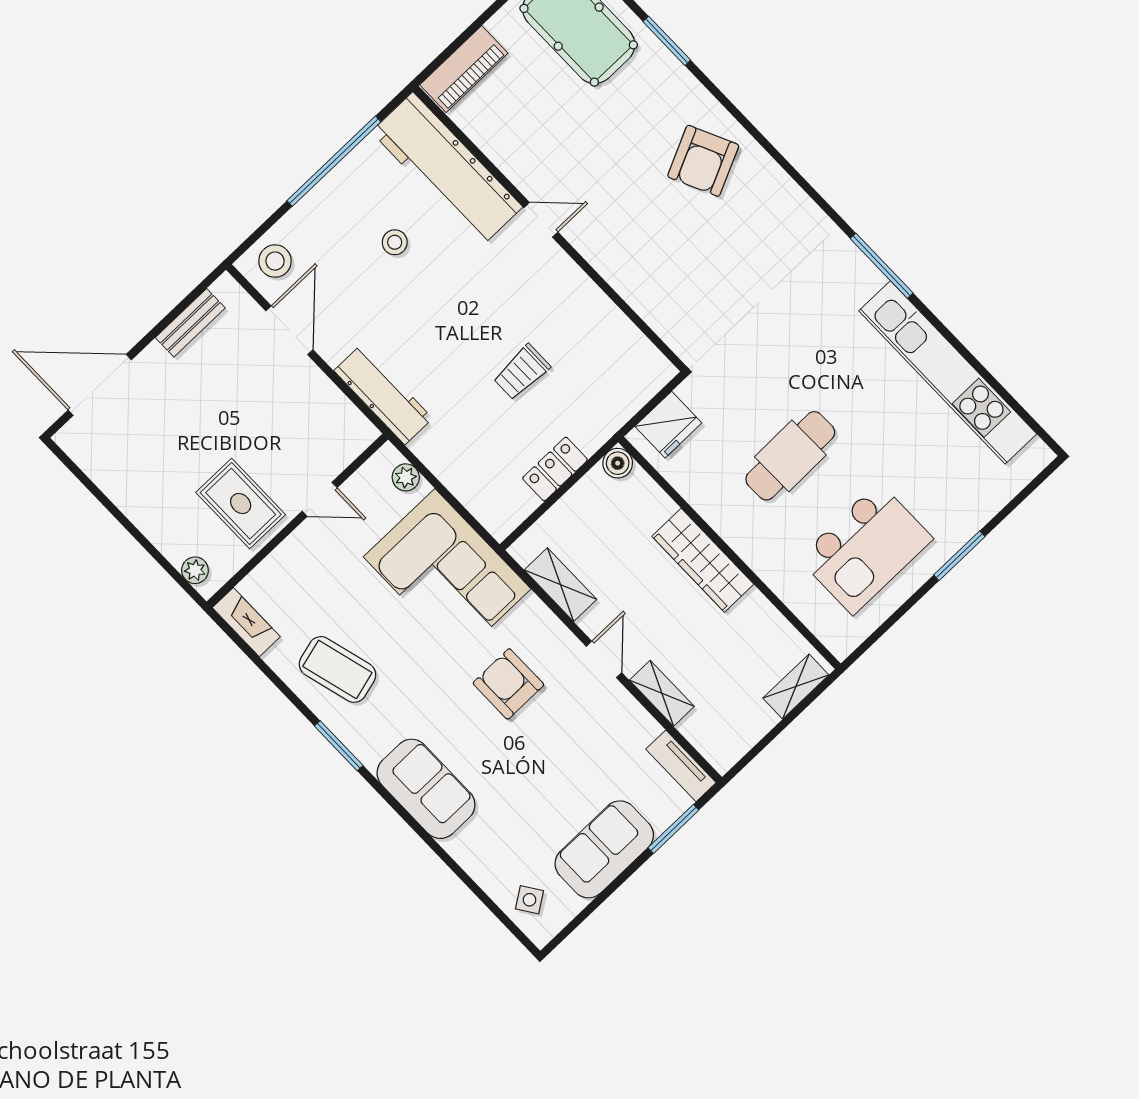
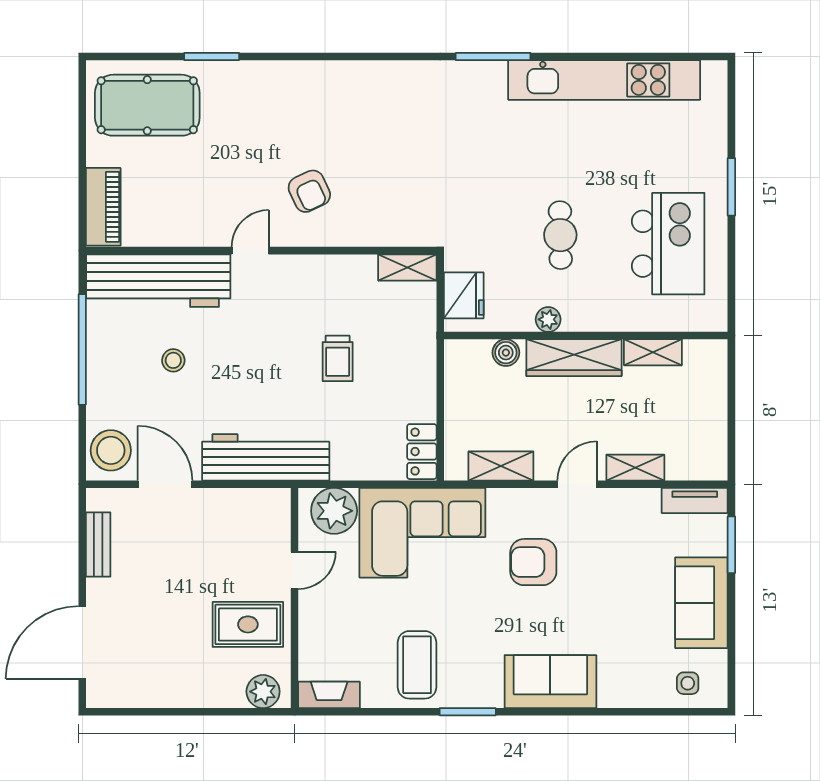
armchair: (703, 161) -> (309, 191), moved, width x0.72, depth x0.72
stool: (275, 261) -> (111, 450), width x1.38, depth x1.38
shelving: (648, 358) -> (407, 267), added
workbench: (383, 394) -> (266, 457), width x1.36, depth x1.32
cafe table: (790, 456) -> (560, 235), width x0.73, depth x0.74
boiler: (618, 463) -> (506, 353), moved
locker: (555, 469) -> (422, 452), moved
plant: (406, 477) -> (334, 511), width x1.87, depth x1.87
plant: (714, 511) -> (548, 319), added
plant: (195, 570) -> (263, 692), width x1.38, depth x1.38
door: (604, 659) -> (577, 484), hinge flipped
coffee table: (337, 669) -> (417, 665), turned -75
shelving: (796, 687) -> (653, 352), moved, turned 90
side table: (529, 900) -> (688, 683), turned 34

